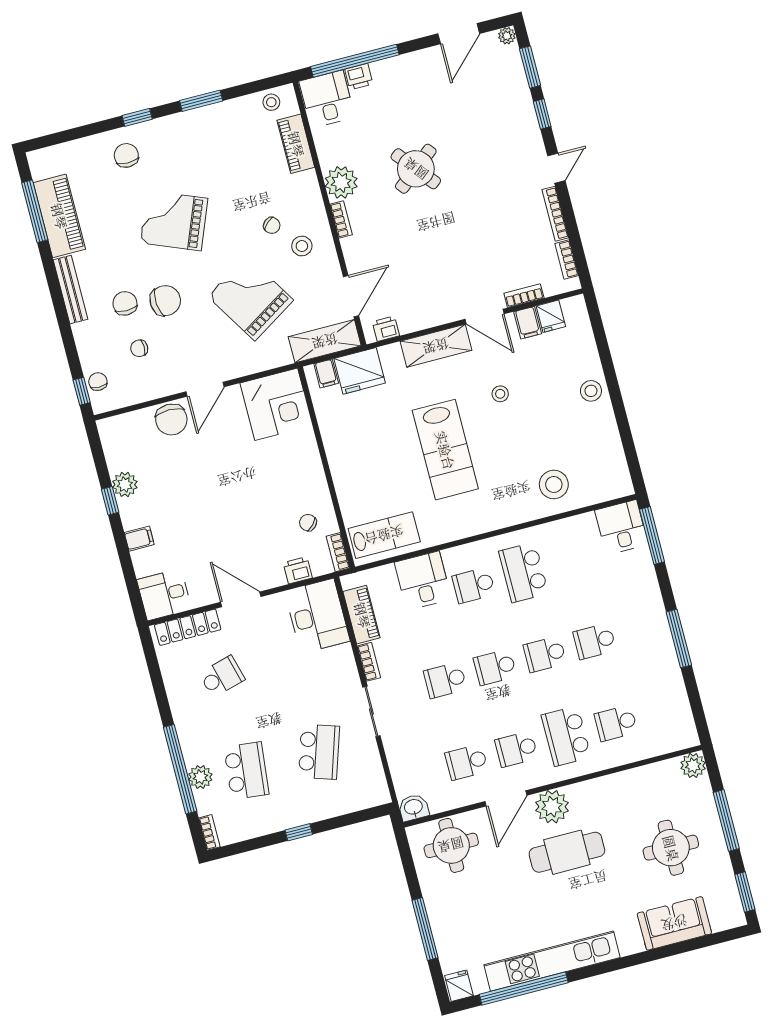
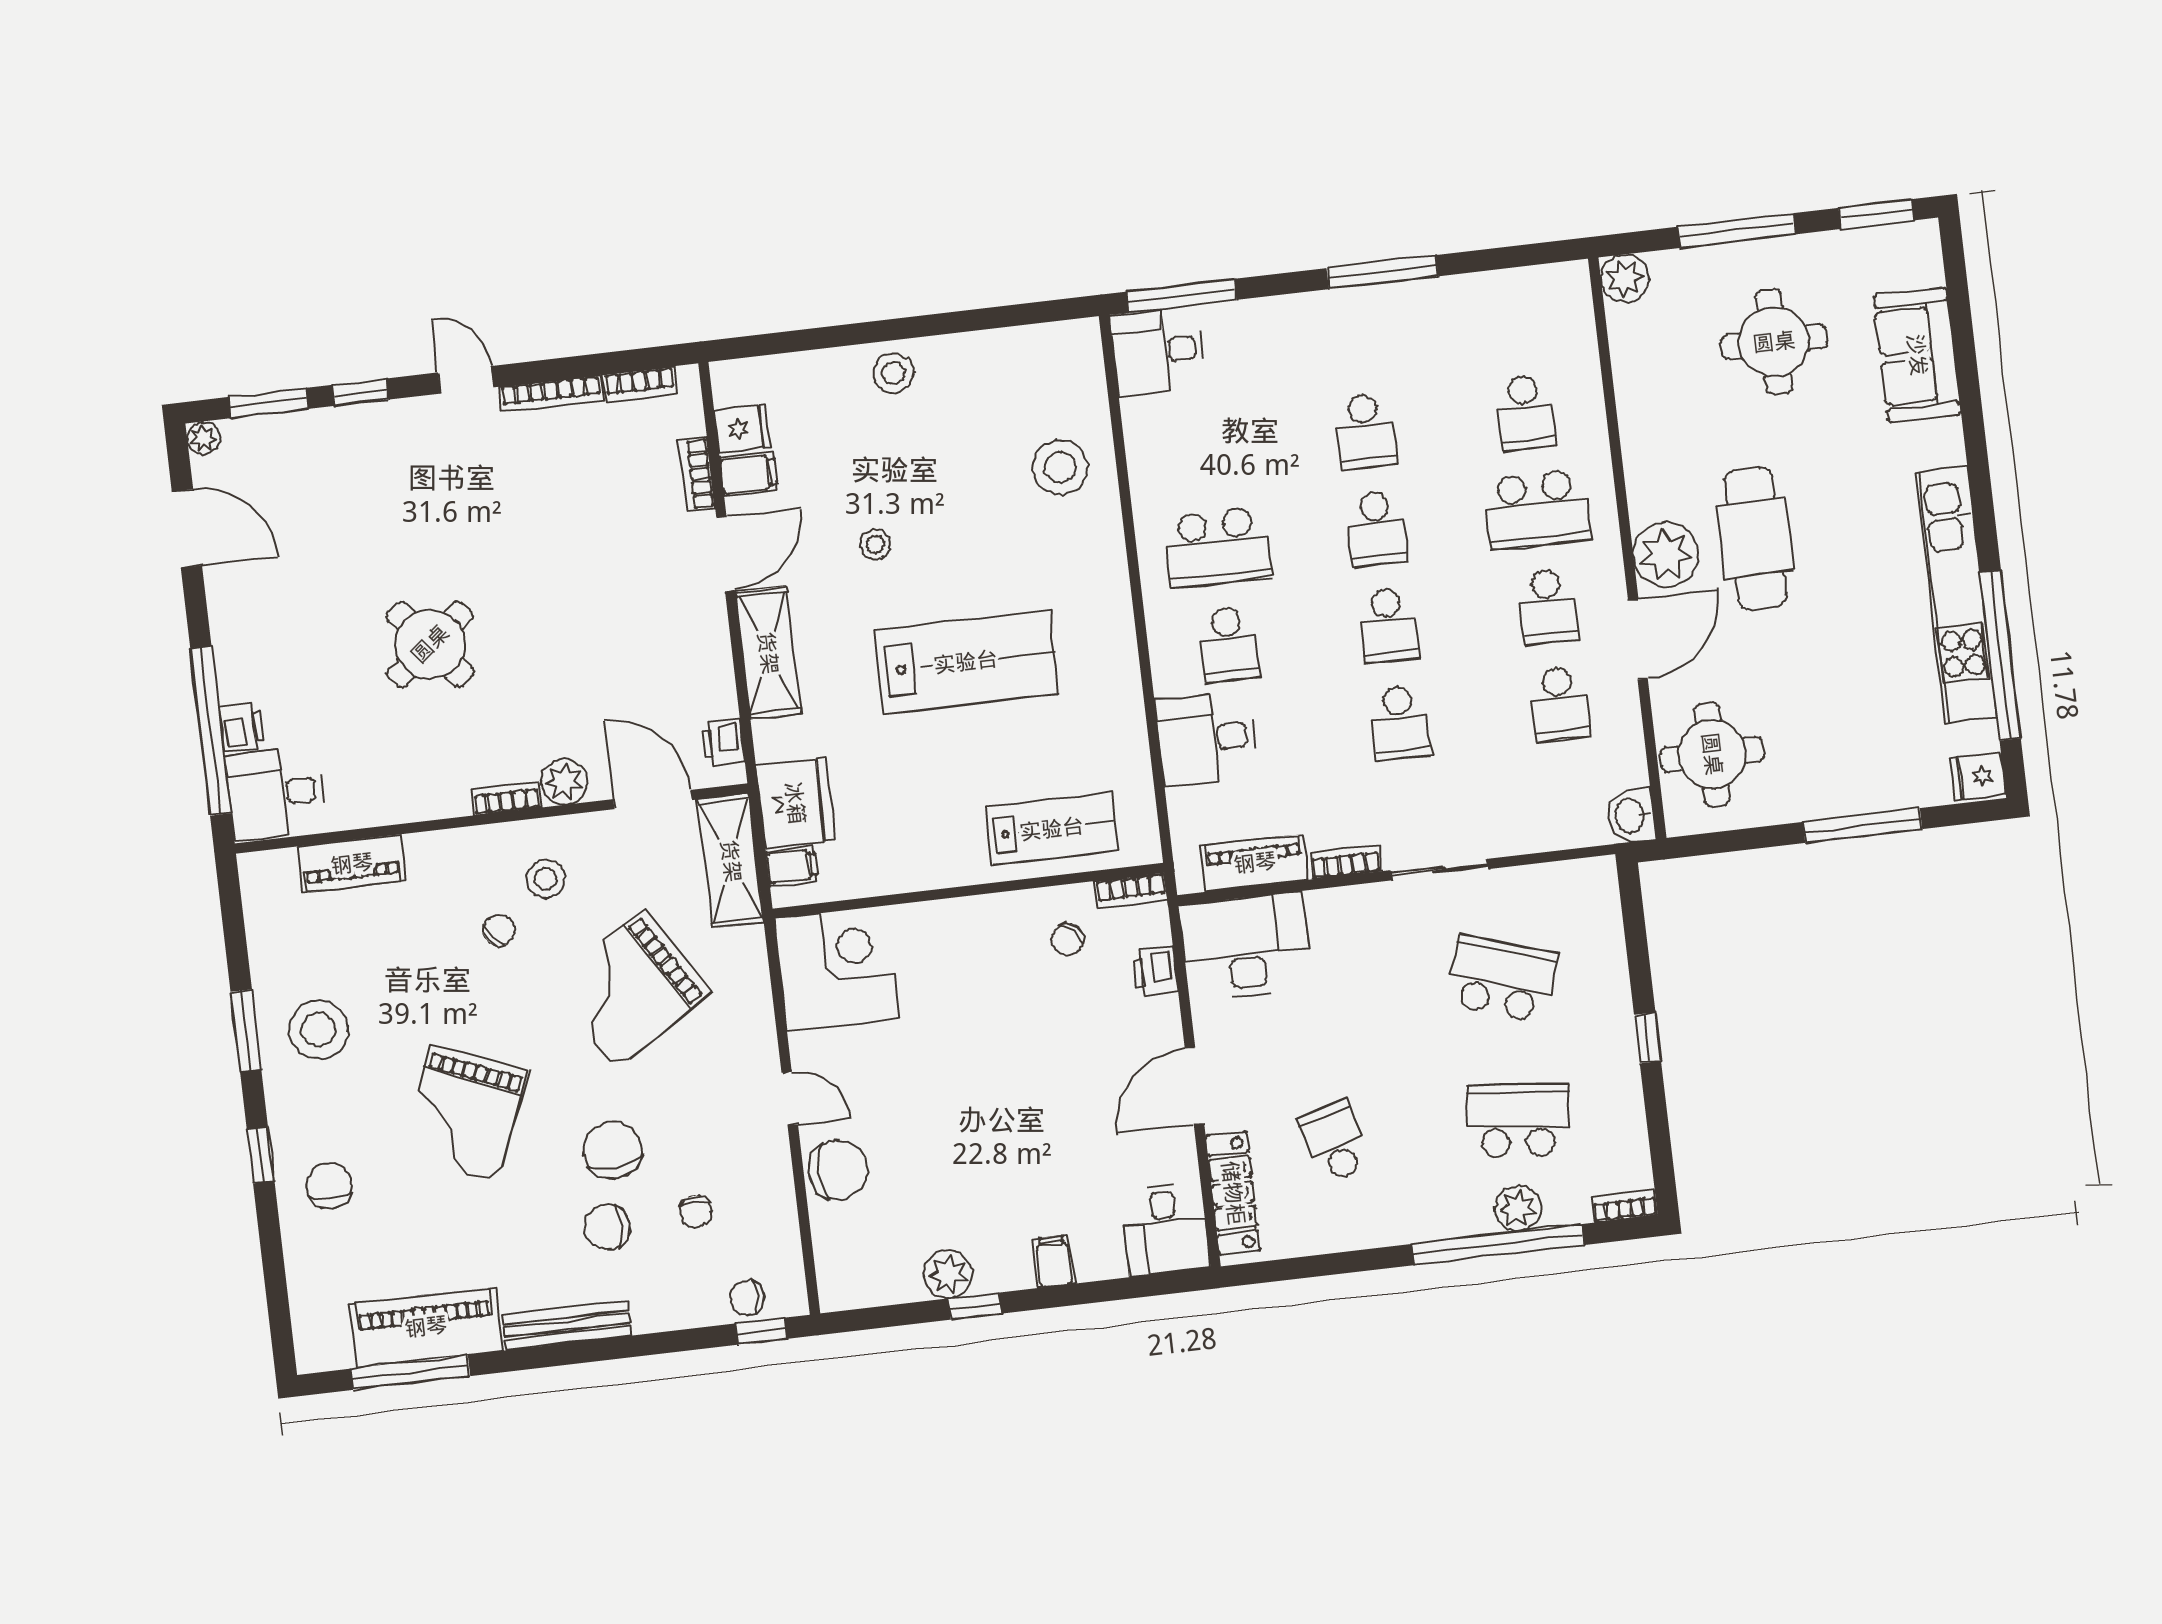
stool: (271, 102) -> (319, 1030), moved, width x1.89, depth x1.89
chair: (126, 155) -> (329, 1186), turned 90
plant: (341, 182) -> (564, 782), moved, width x0.73, depth x0.73
door: (205, 389) -> (790, 1099), width x0.73
lab bench: (384, 535) -> (1052, 829), moved, turned 90
door: (506, 798) -> (1638, 639), hinge flipped

